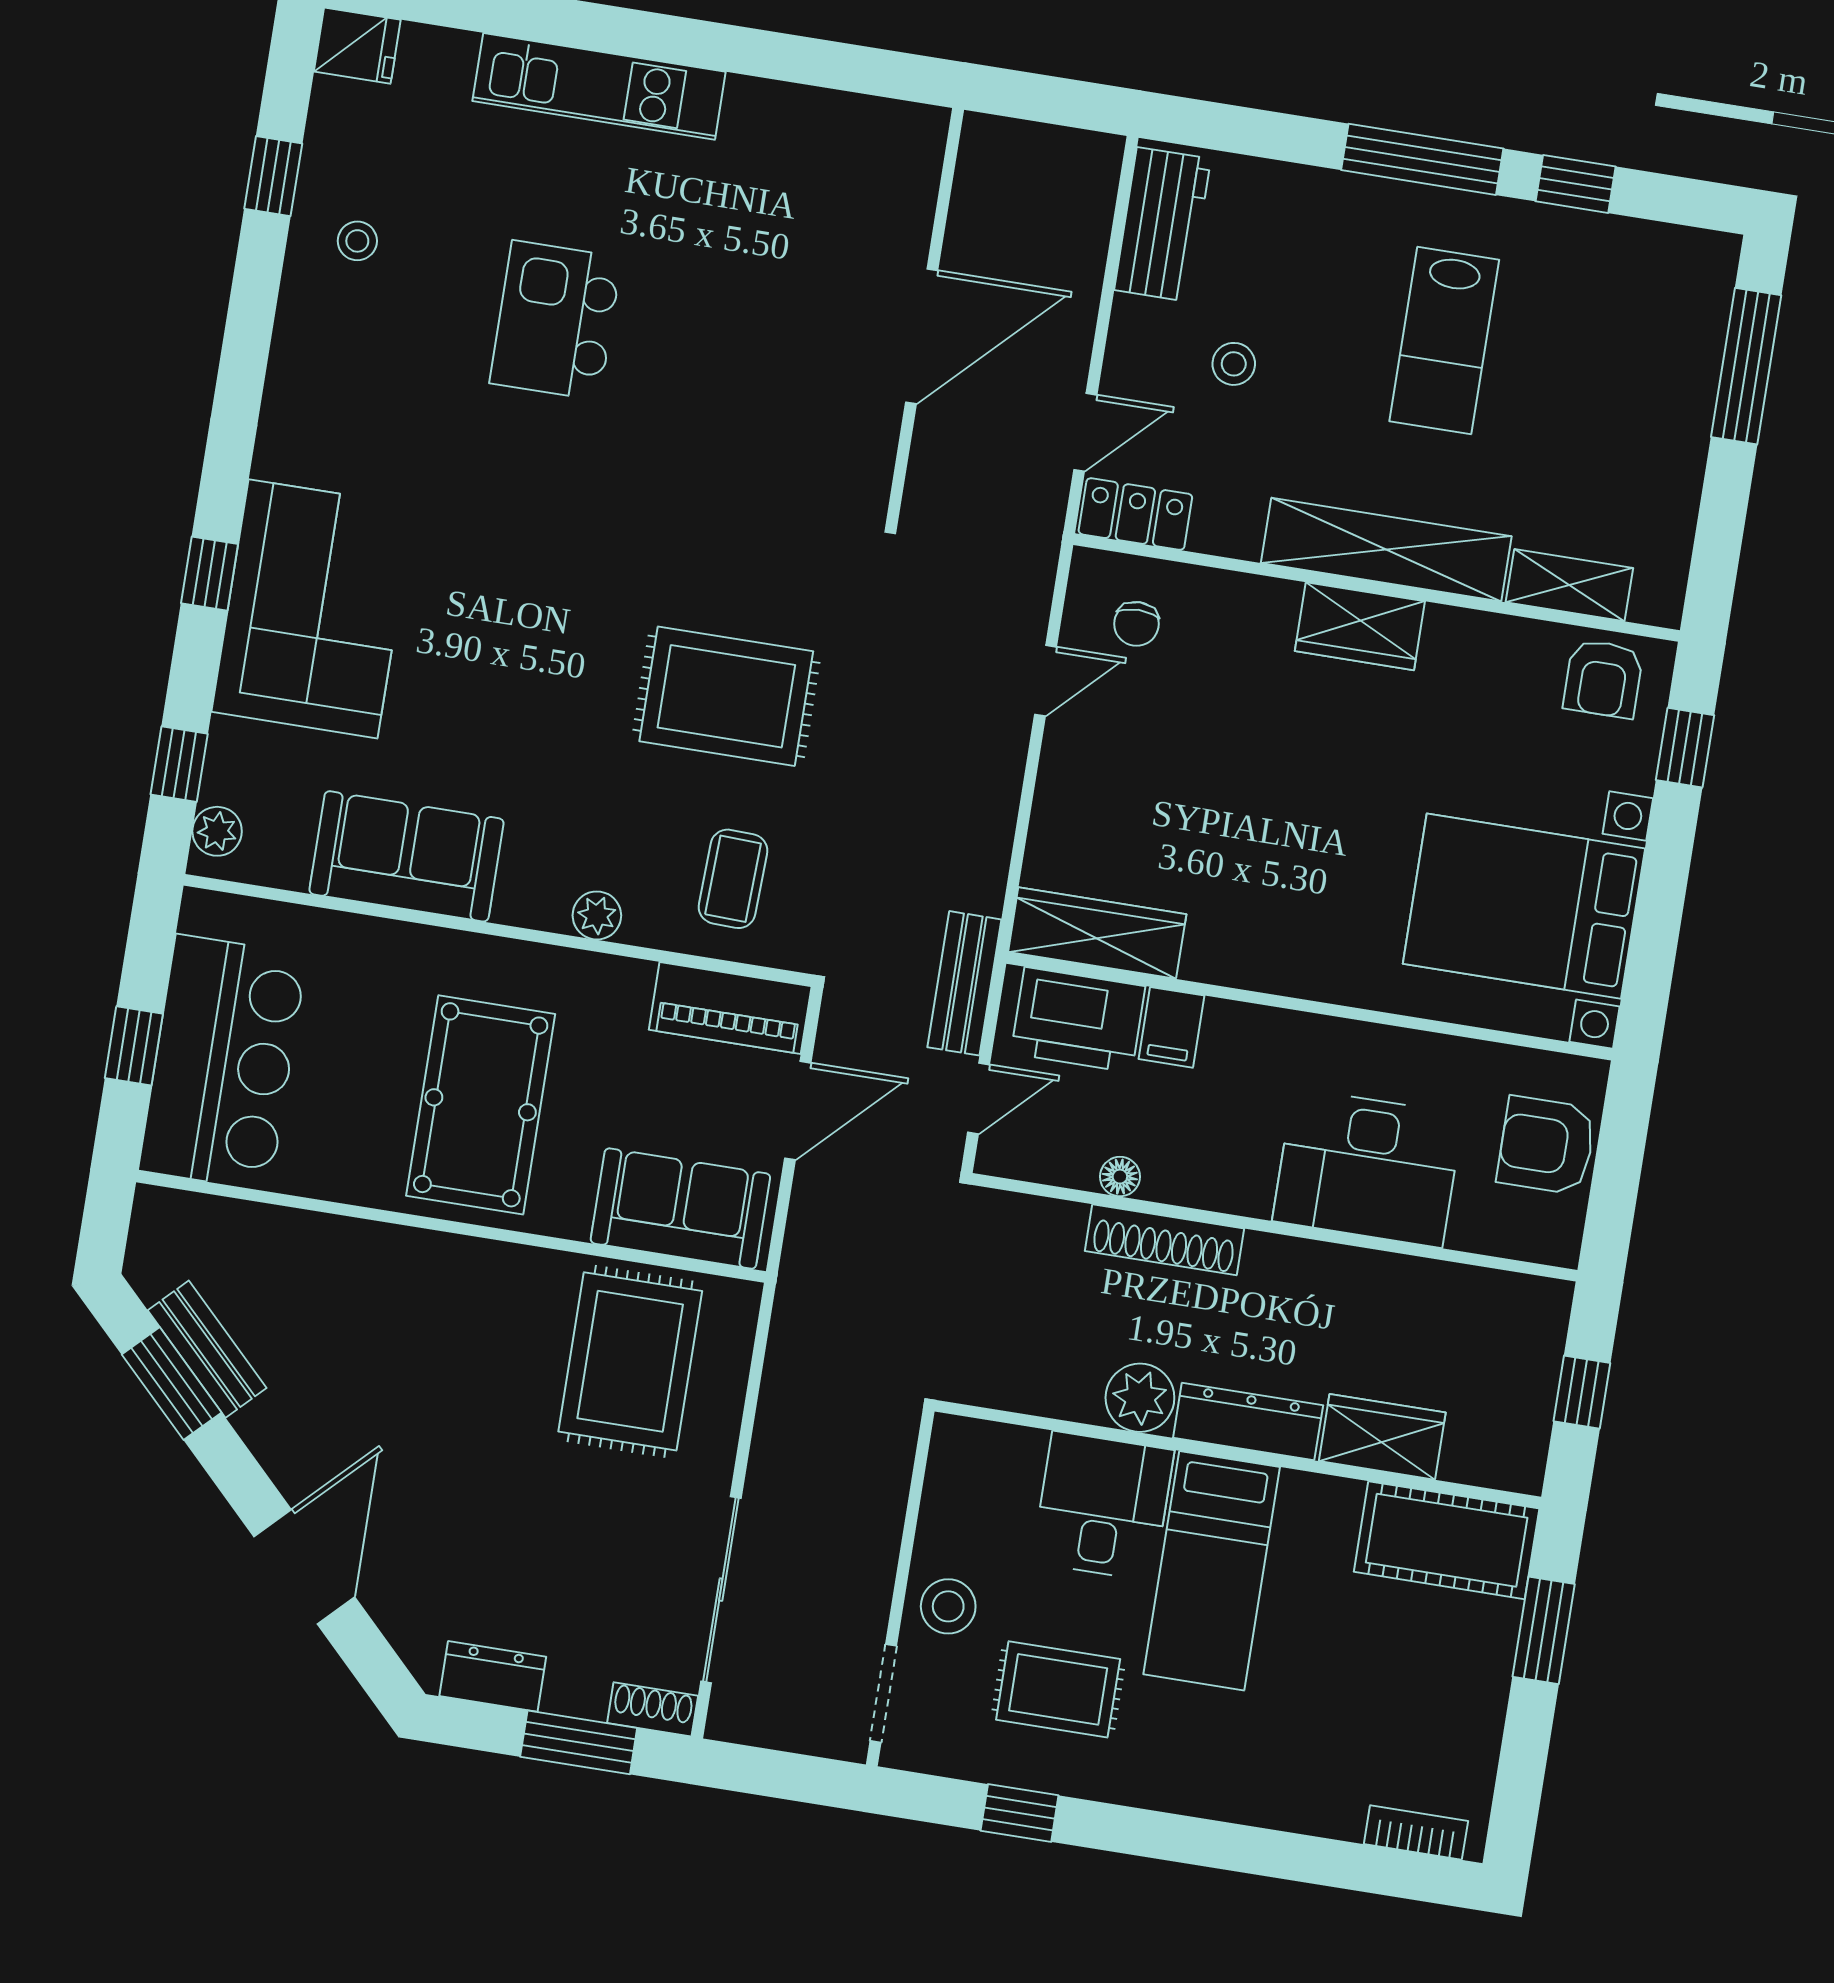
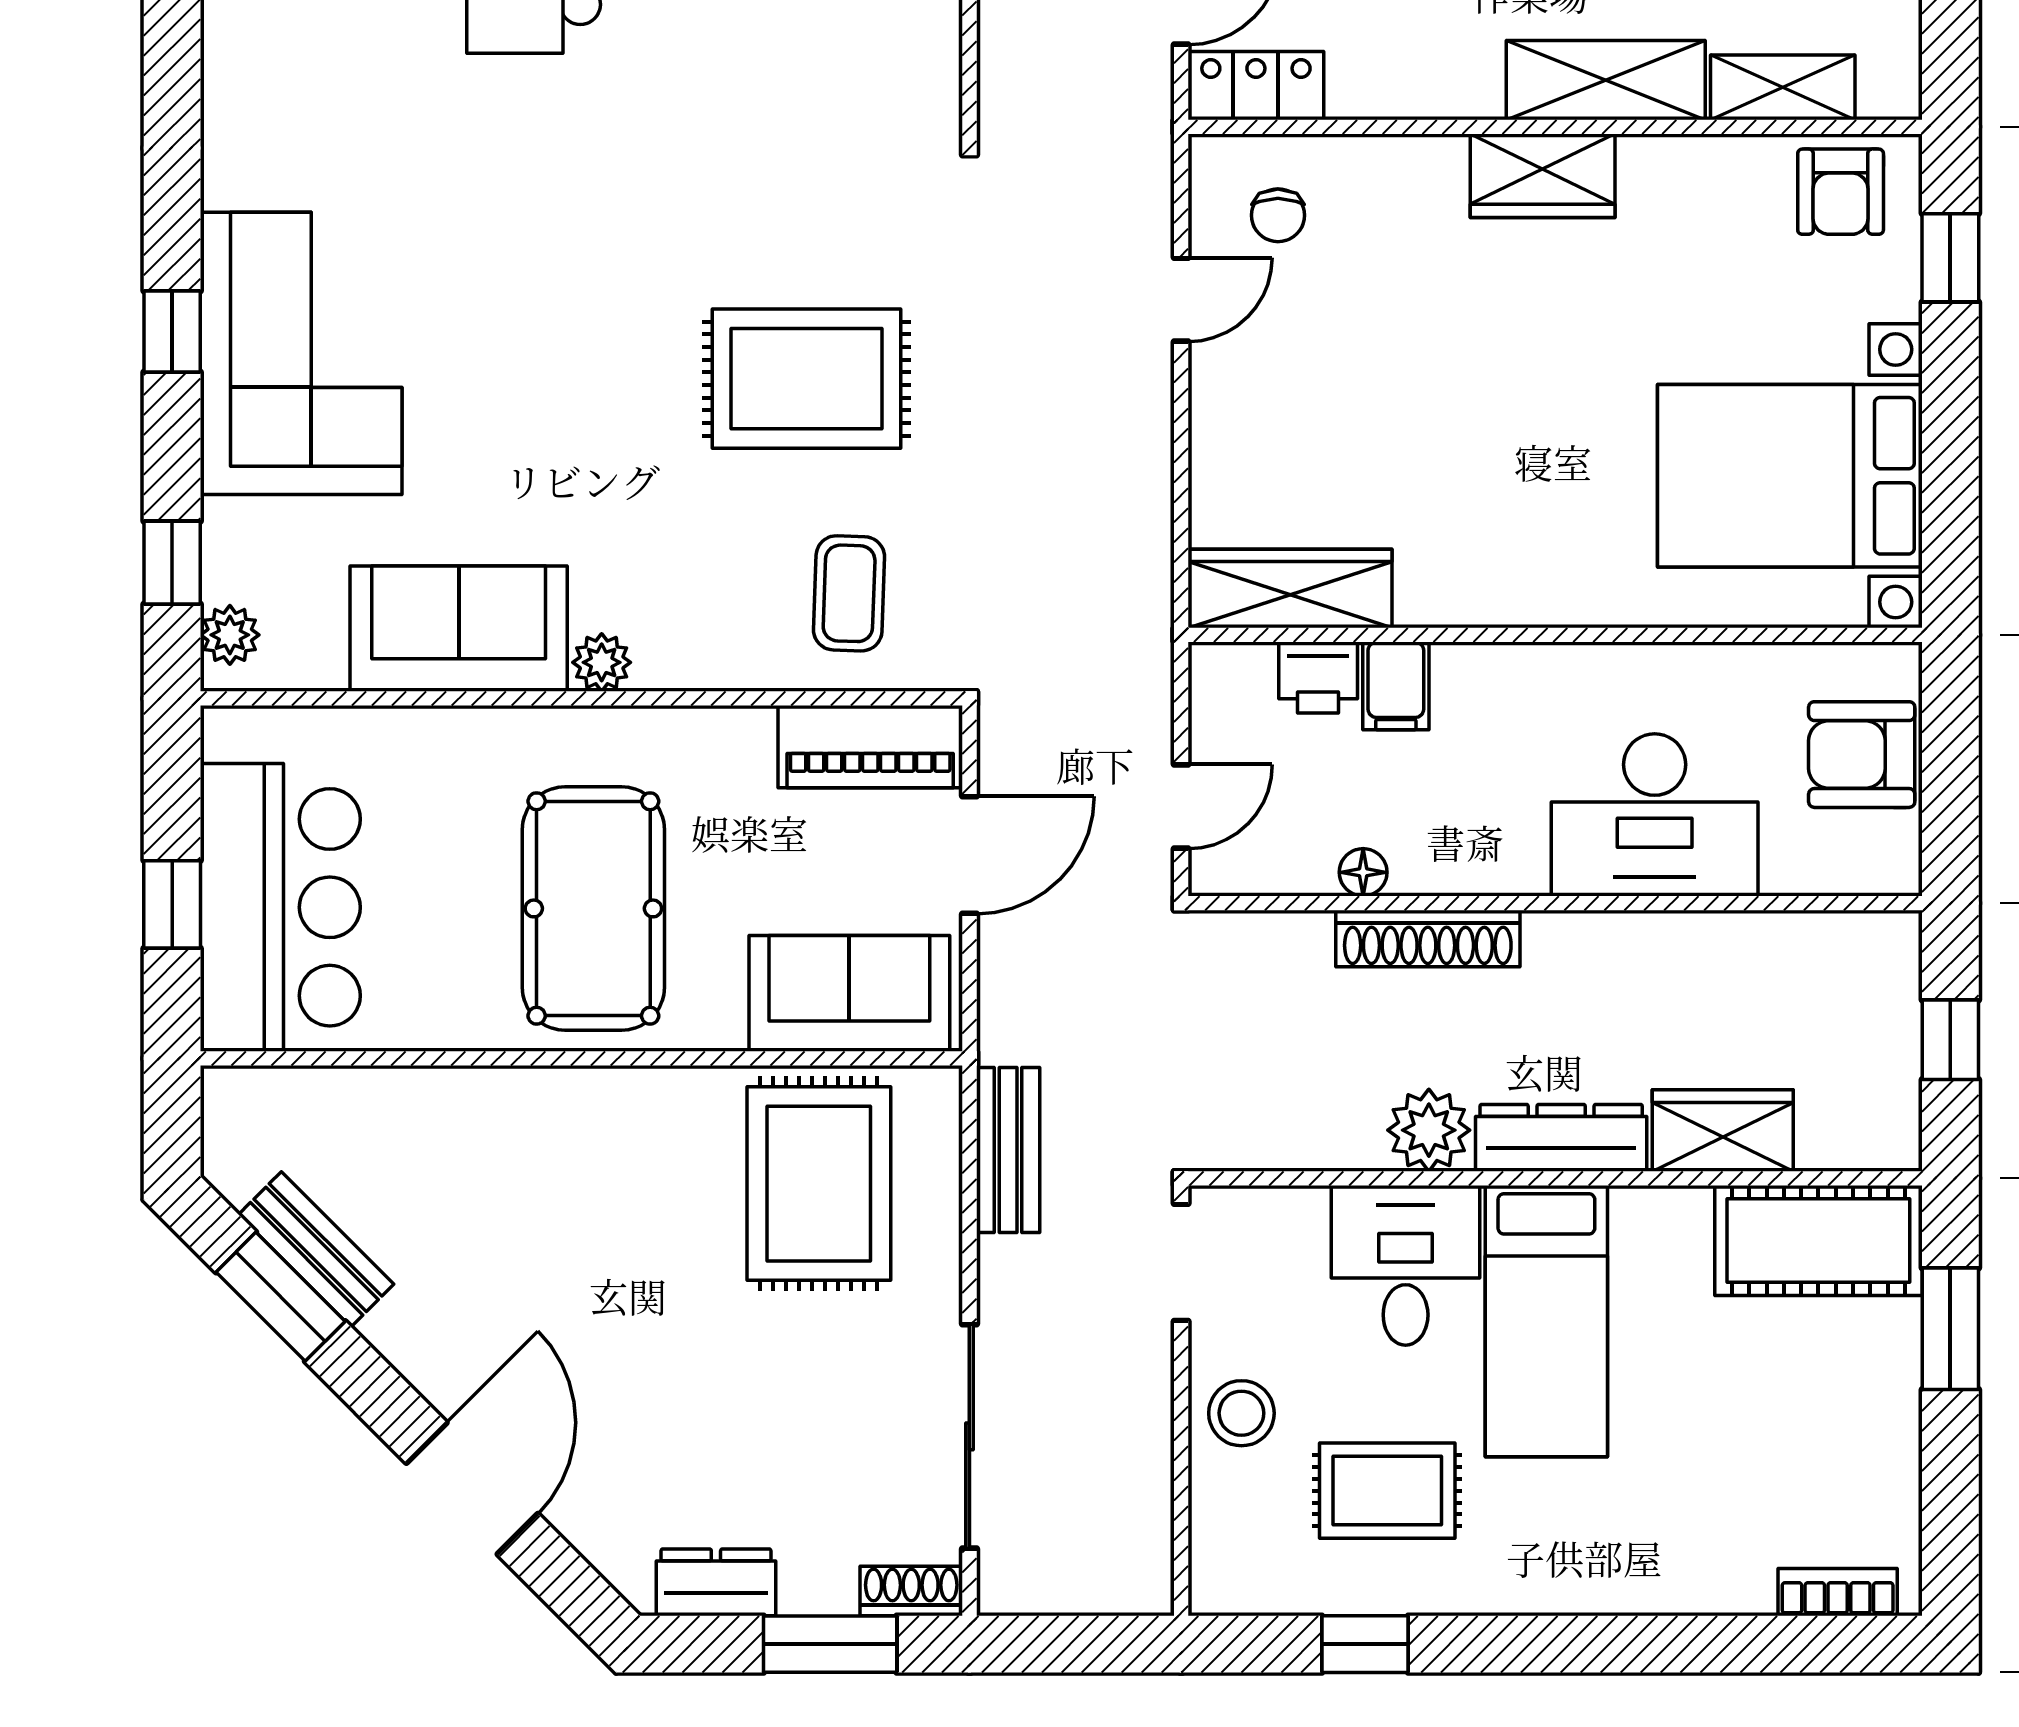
shelving: (1386, 550) -> (1606, 80), width x0.68
plant: (597, 915) -> (602, 662), moved
bench: (964, 983) -> (1008, 1150), moved
printer: (1078, 1020) -> (1318, 678), width x0.53, depth x0.68
doorway: (883, 1693) -> (1181, 1262), moved

